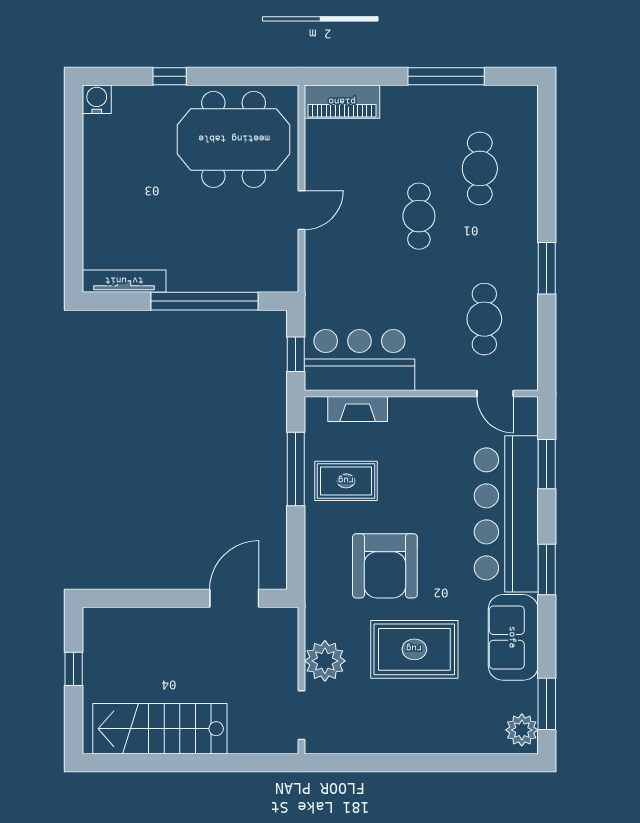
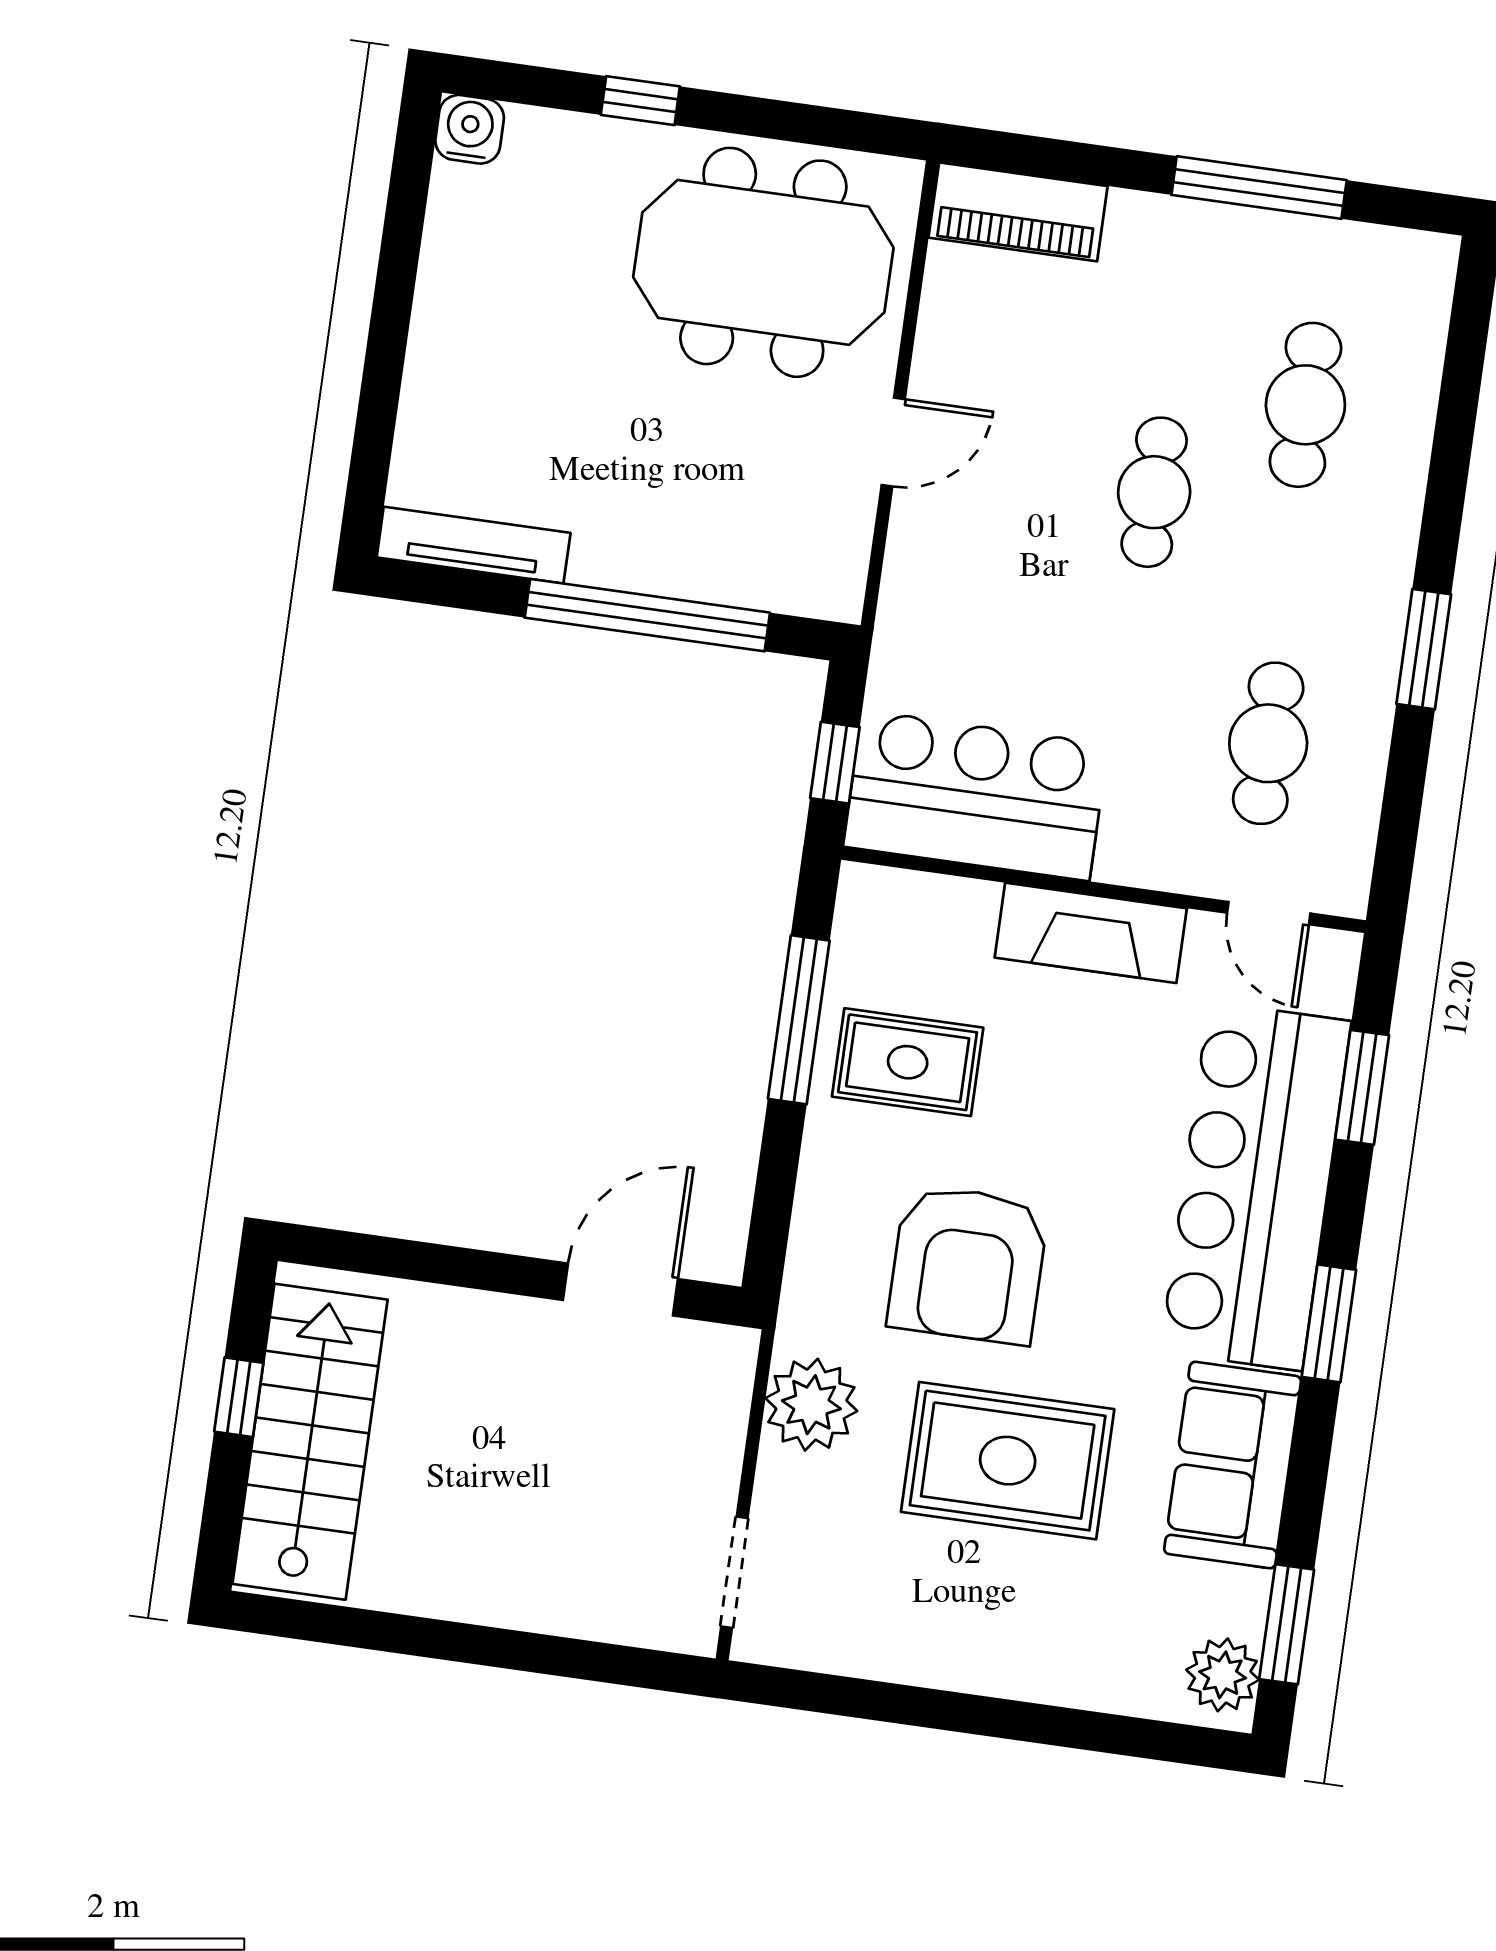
fireplace: (358, 409) -> (1091, 933), moved, width x1.37, depth x1.32
plant: (325, 661) -> (811, 1405), moved
stairs: (160, 729) -> (310, 1442), moved, turned 90

